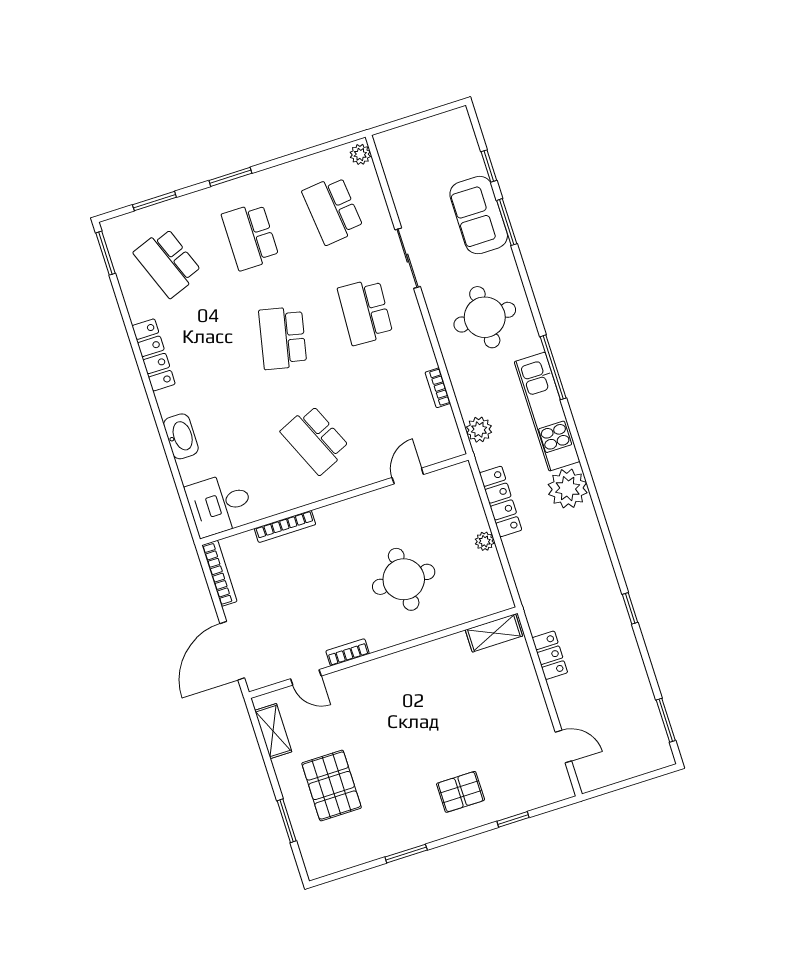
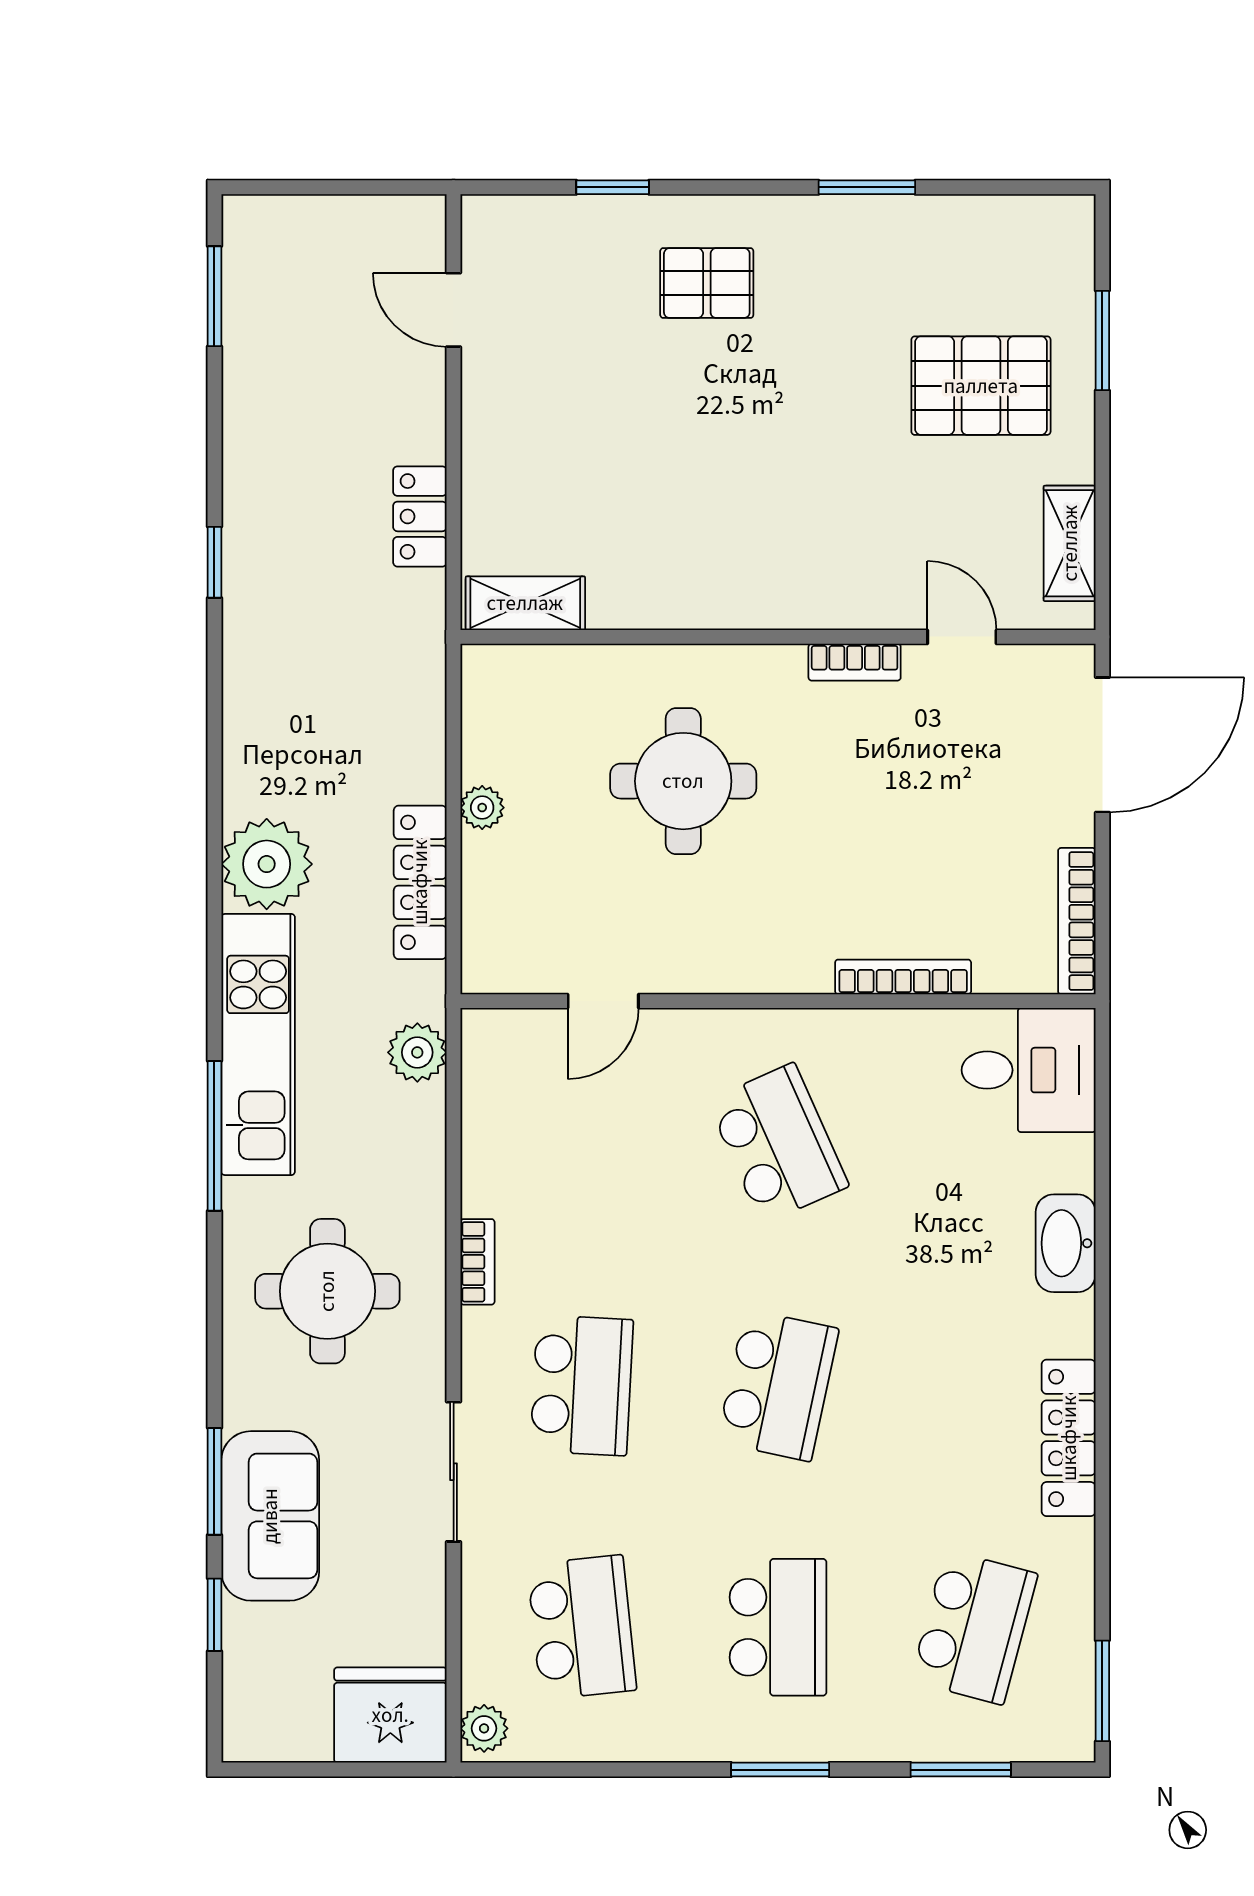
fridge: (401, 147) -> (390, 1715), added
school desk: (168, 263) -> (974, 1627), turned 36
bookcase: (438, 388) -> (477, 1262), moved
pallet: (332, 786) -> (981, 386), turned 90

